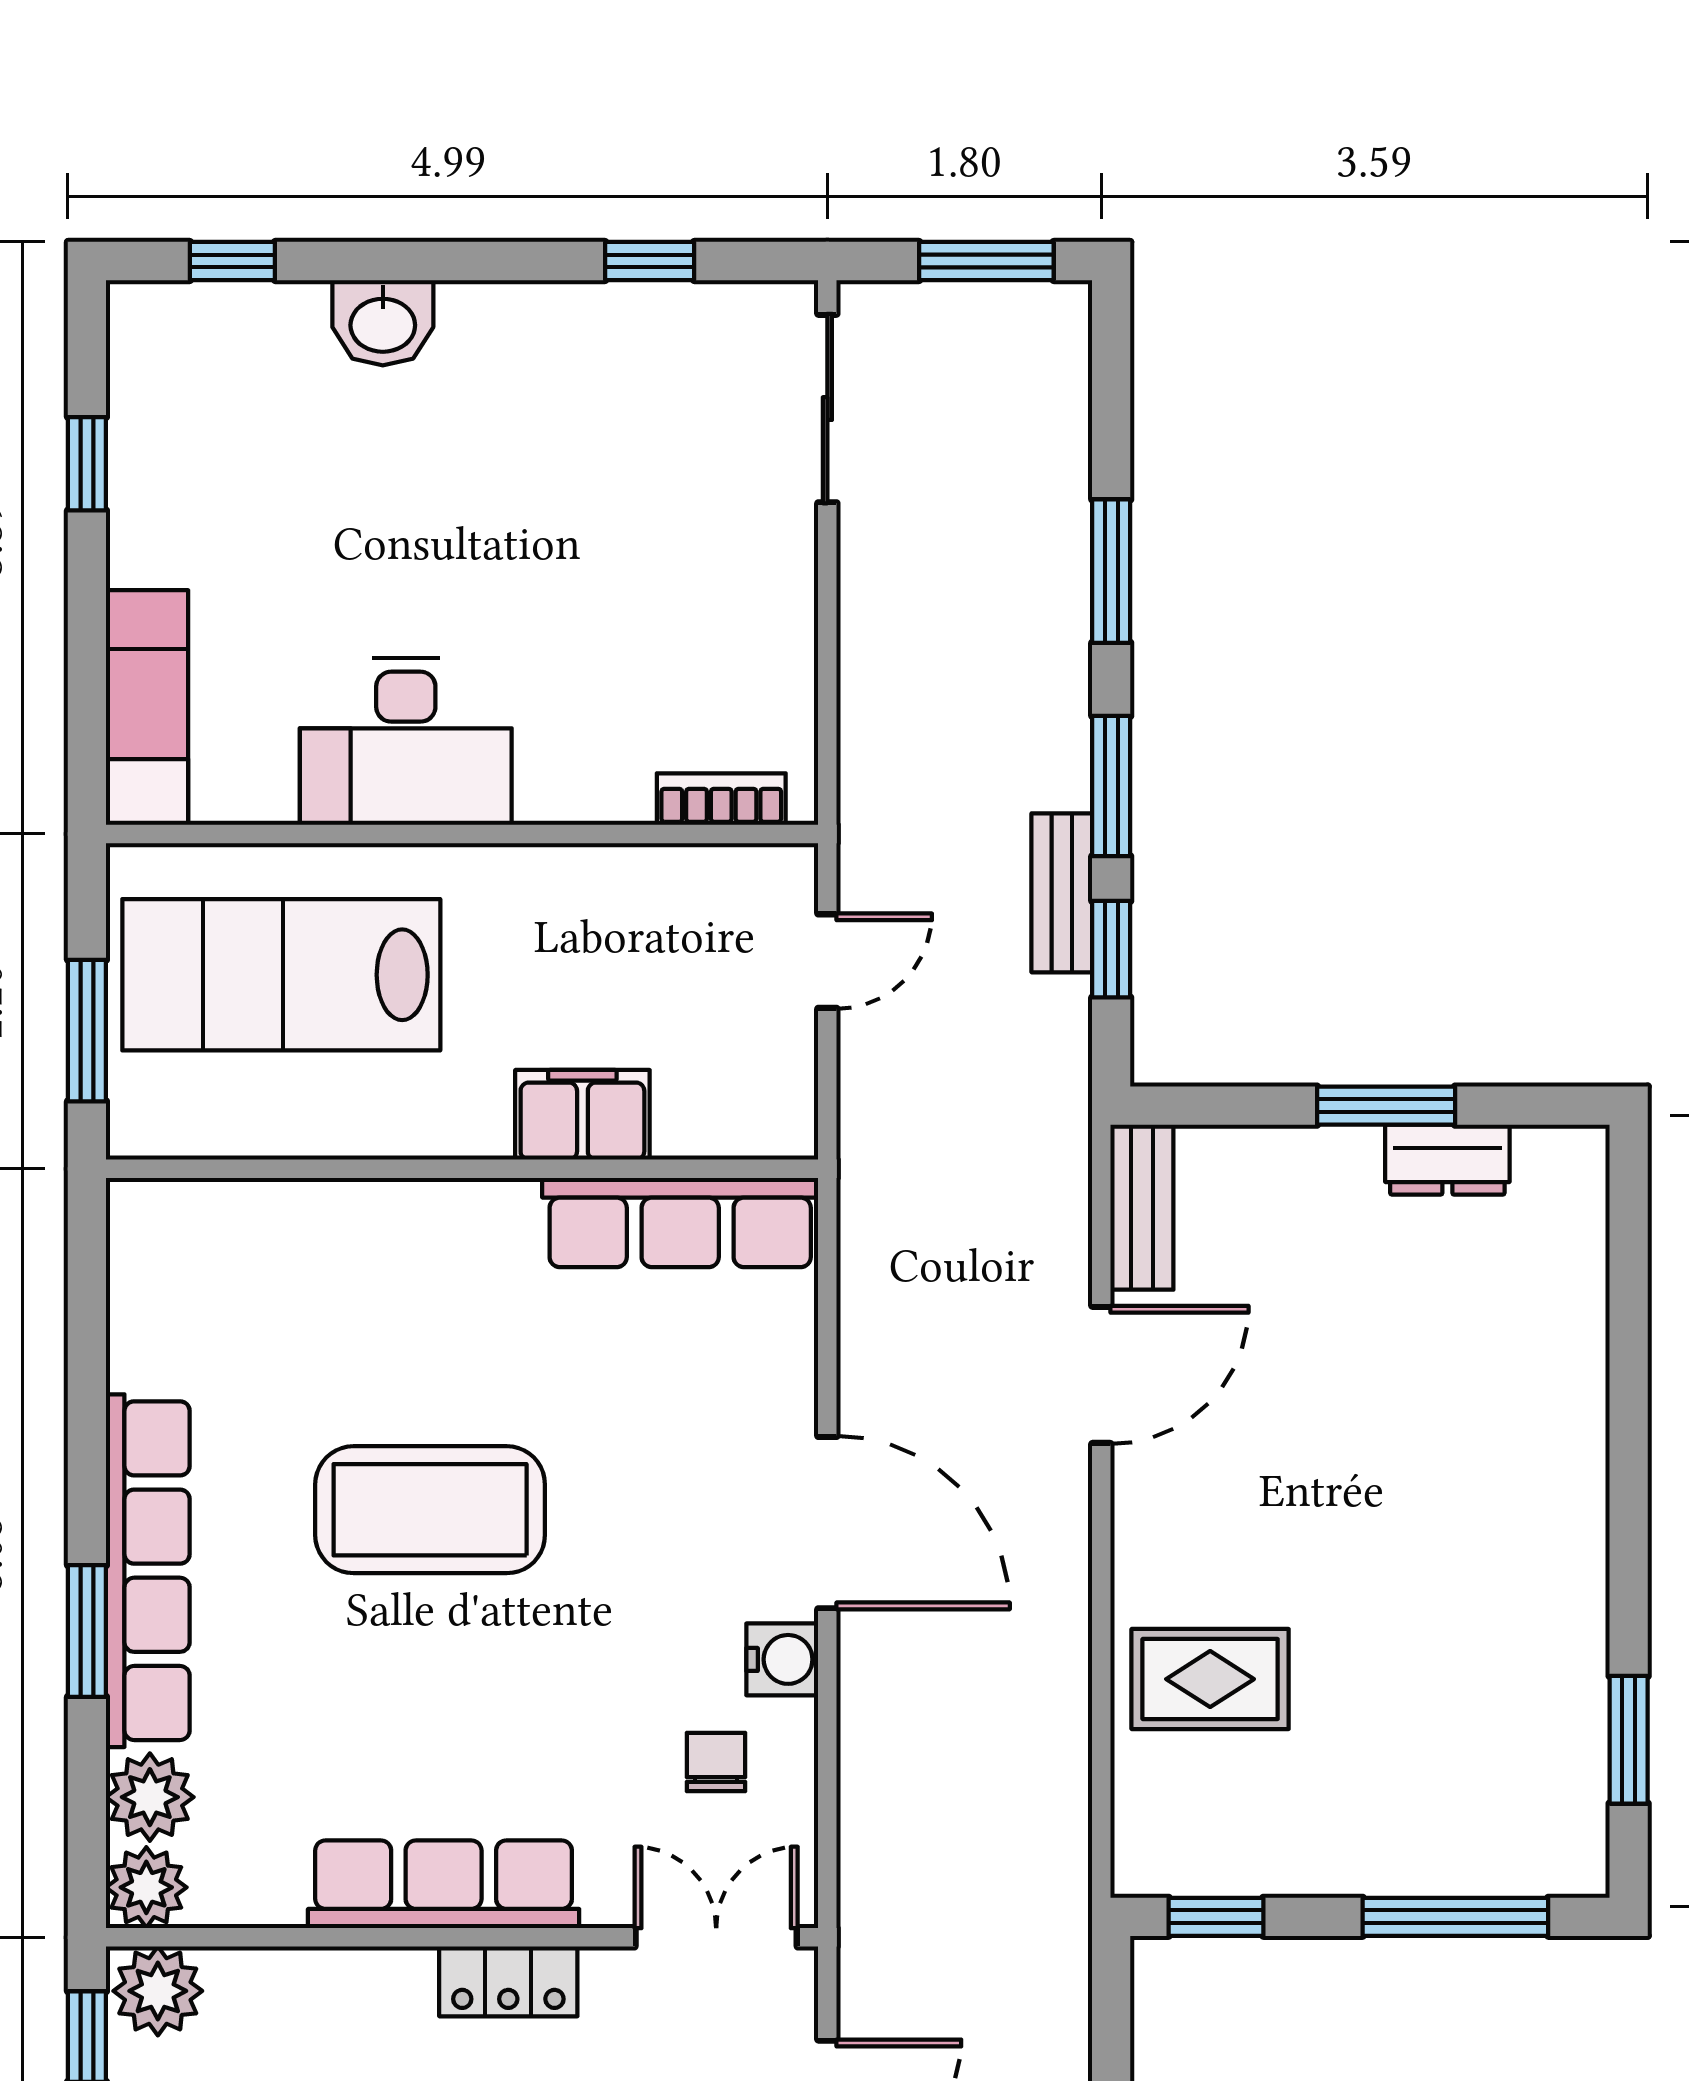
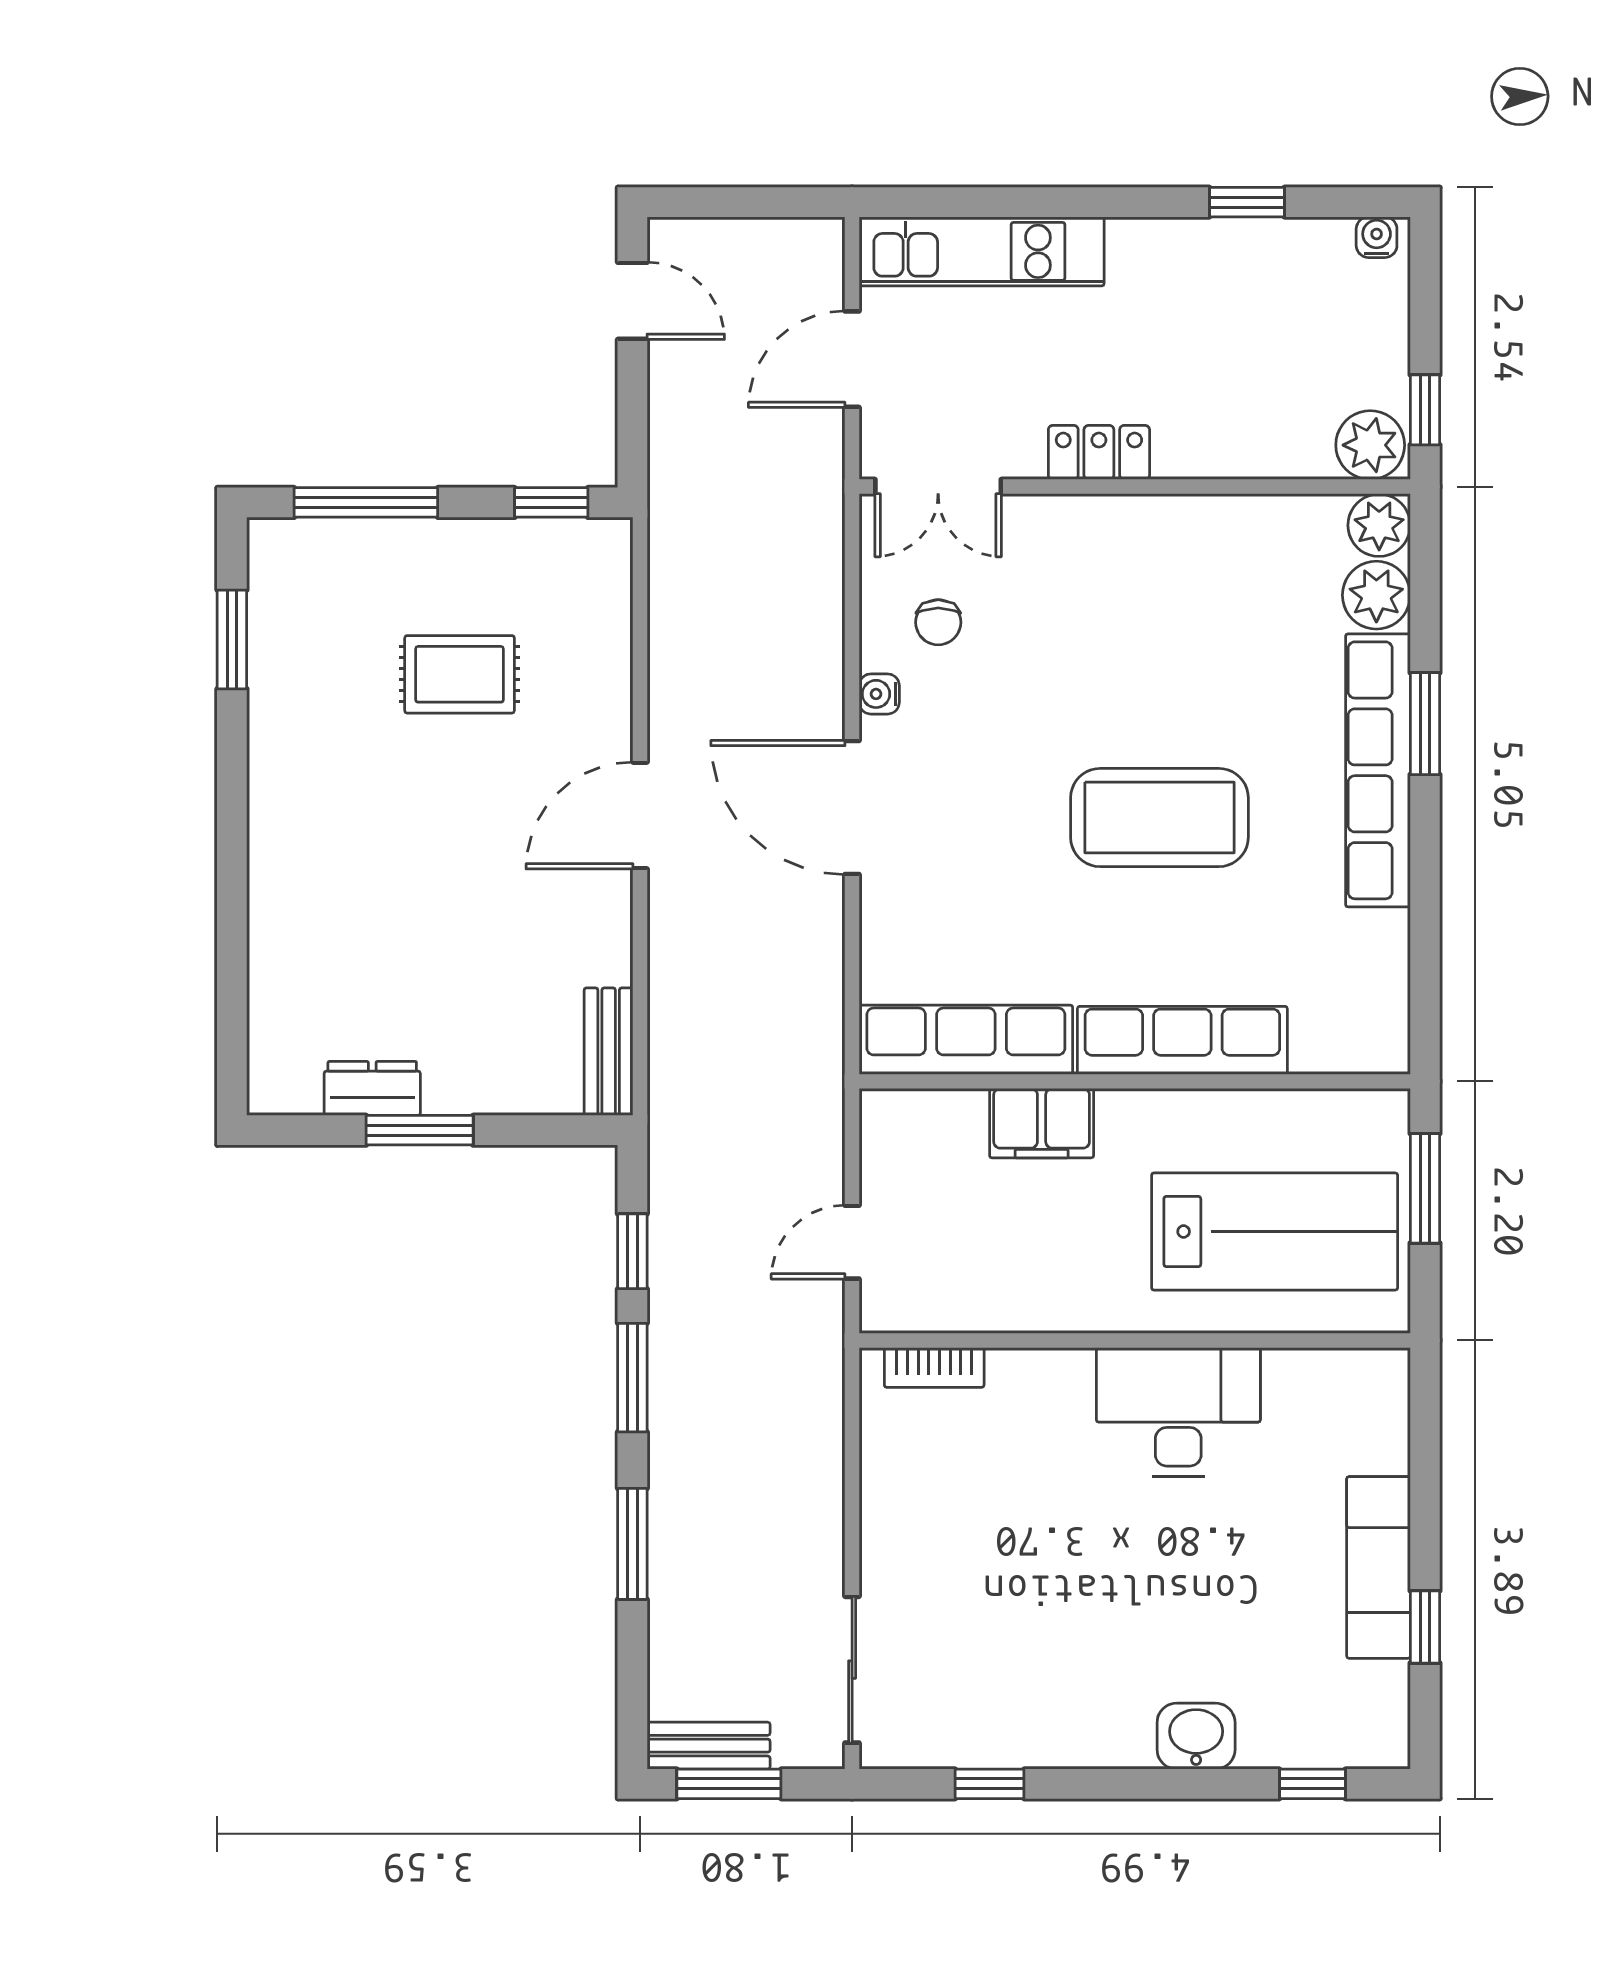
exam couch: (147, 708) -> (1378, 1567), moved
bench: (1062, 893) -> (709, 1746), moved, turned 90
door: (1101, 1375) -> (640, 816), moved
water cooler: (782, 1659) -> (879, 694), width x0.72, depth x0.72
rug: (1210, 1679) -> (460, 674), moved
row of seats: (444, 1884) -> (1182, 1040), moved, turned 180

